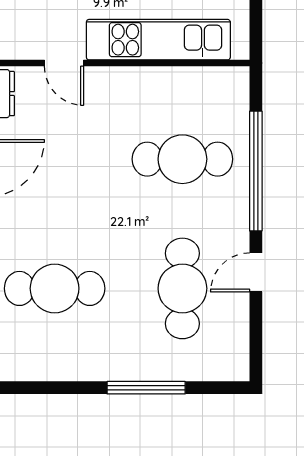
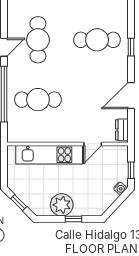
door: (64, 63) -> (93, 144), swing flipped

